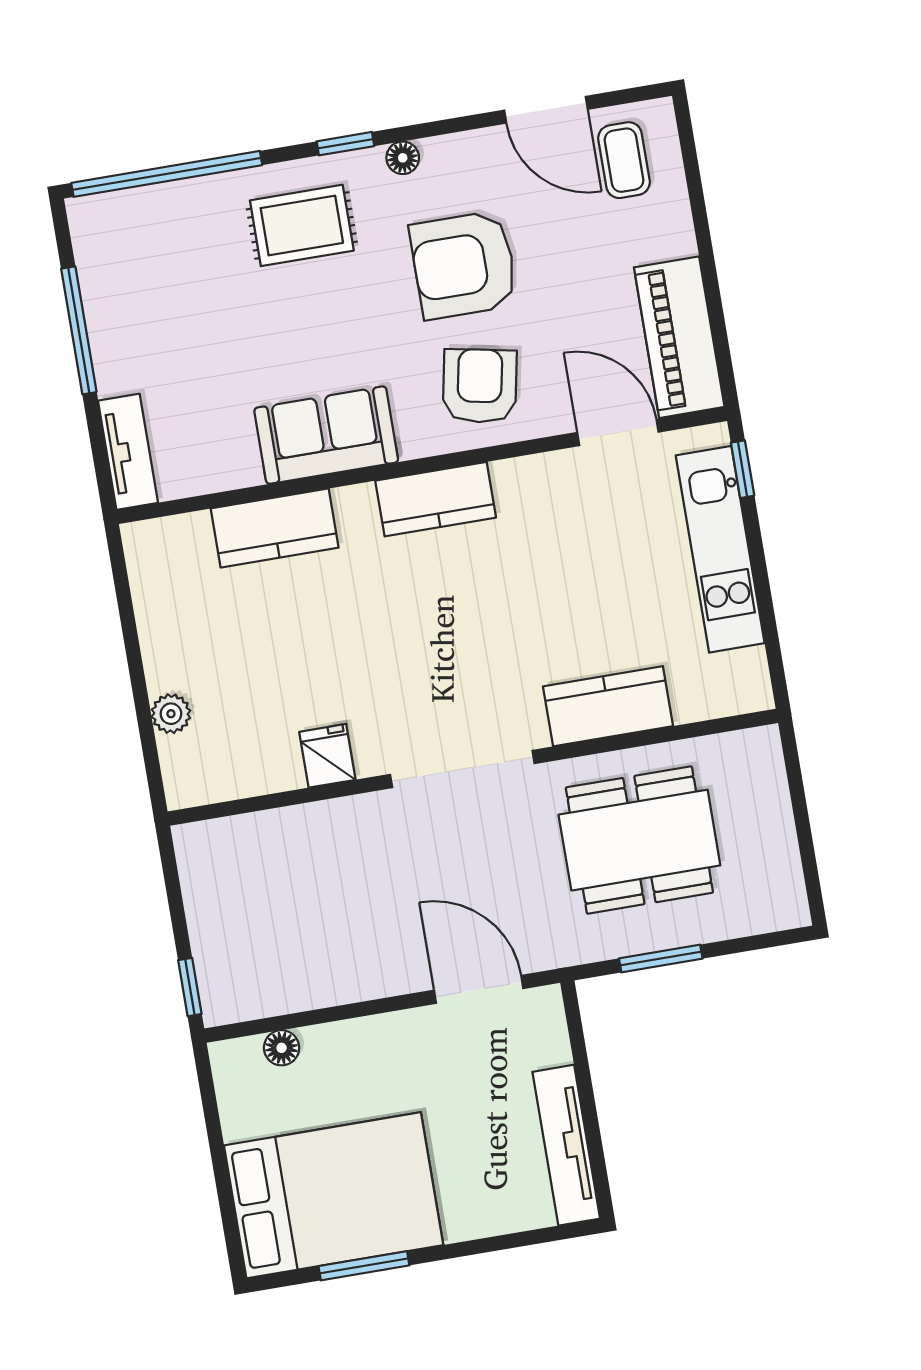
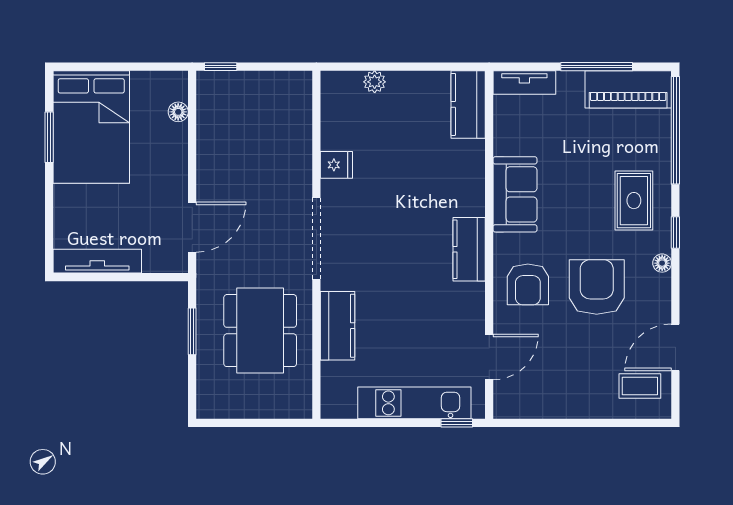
piano: (679, 337) -> (628, 89), moved, turned 180
armchair: (480, 386) -> (528, 284), turned 79
kitchen counter: (275, 528) -> (468, 104), moved

